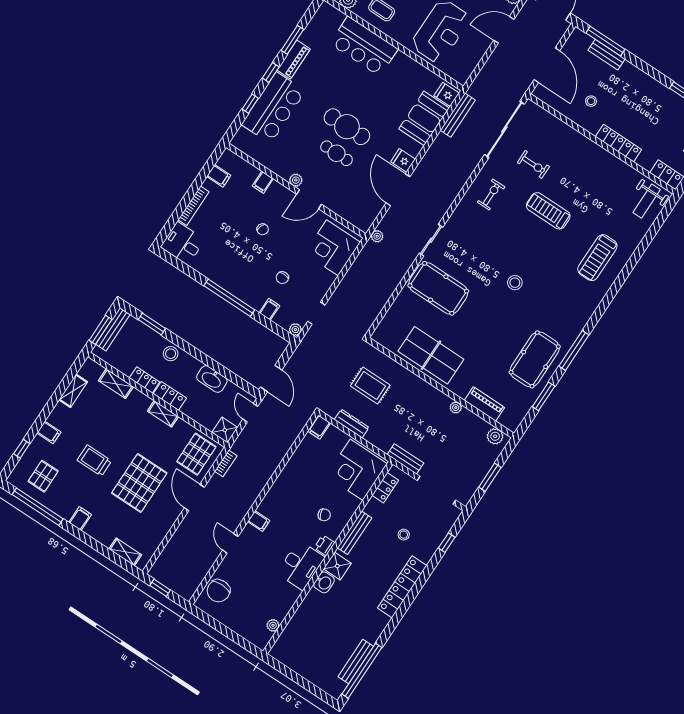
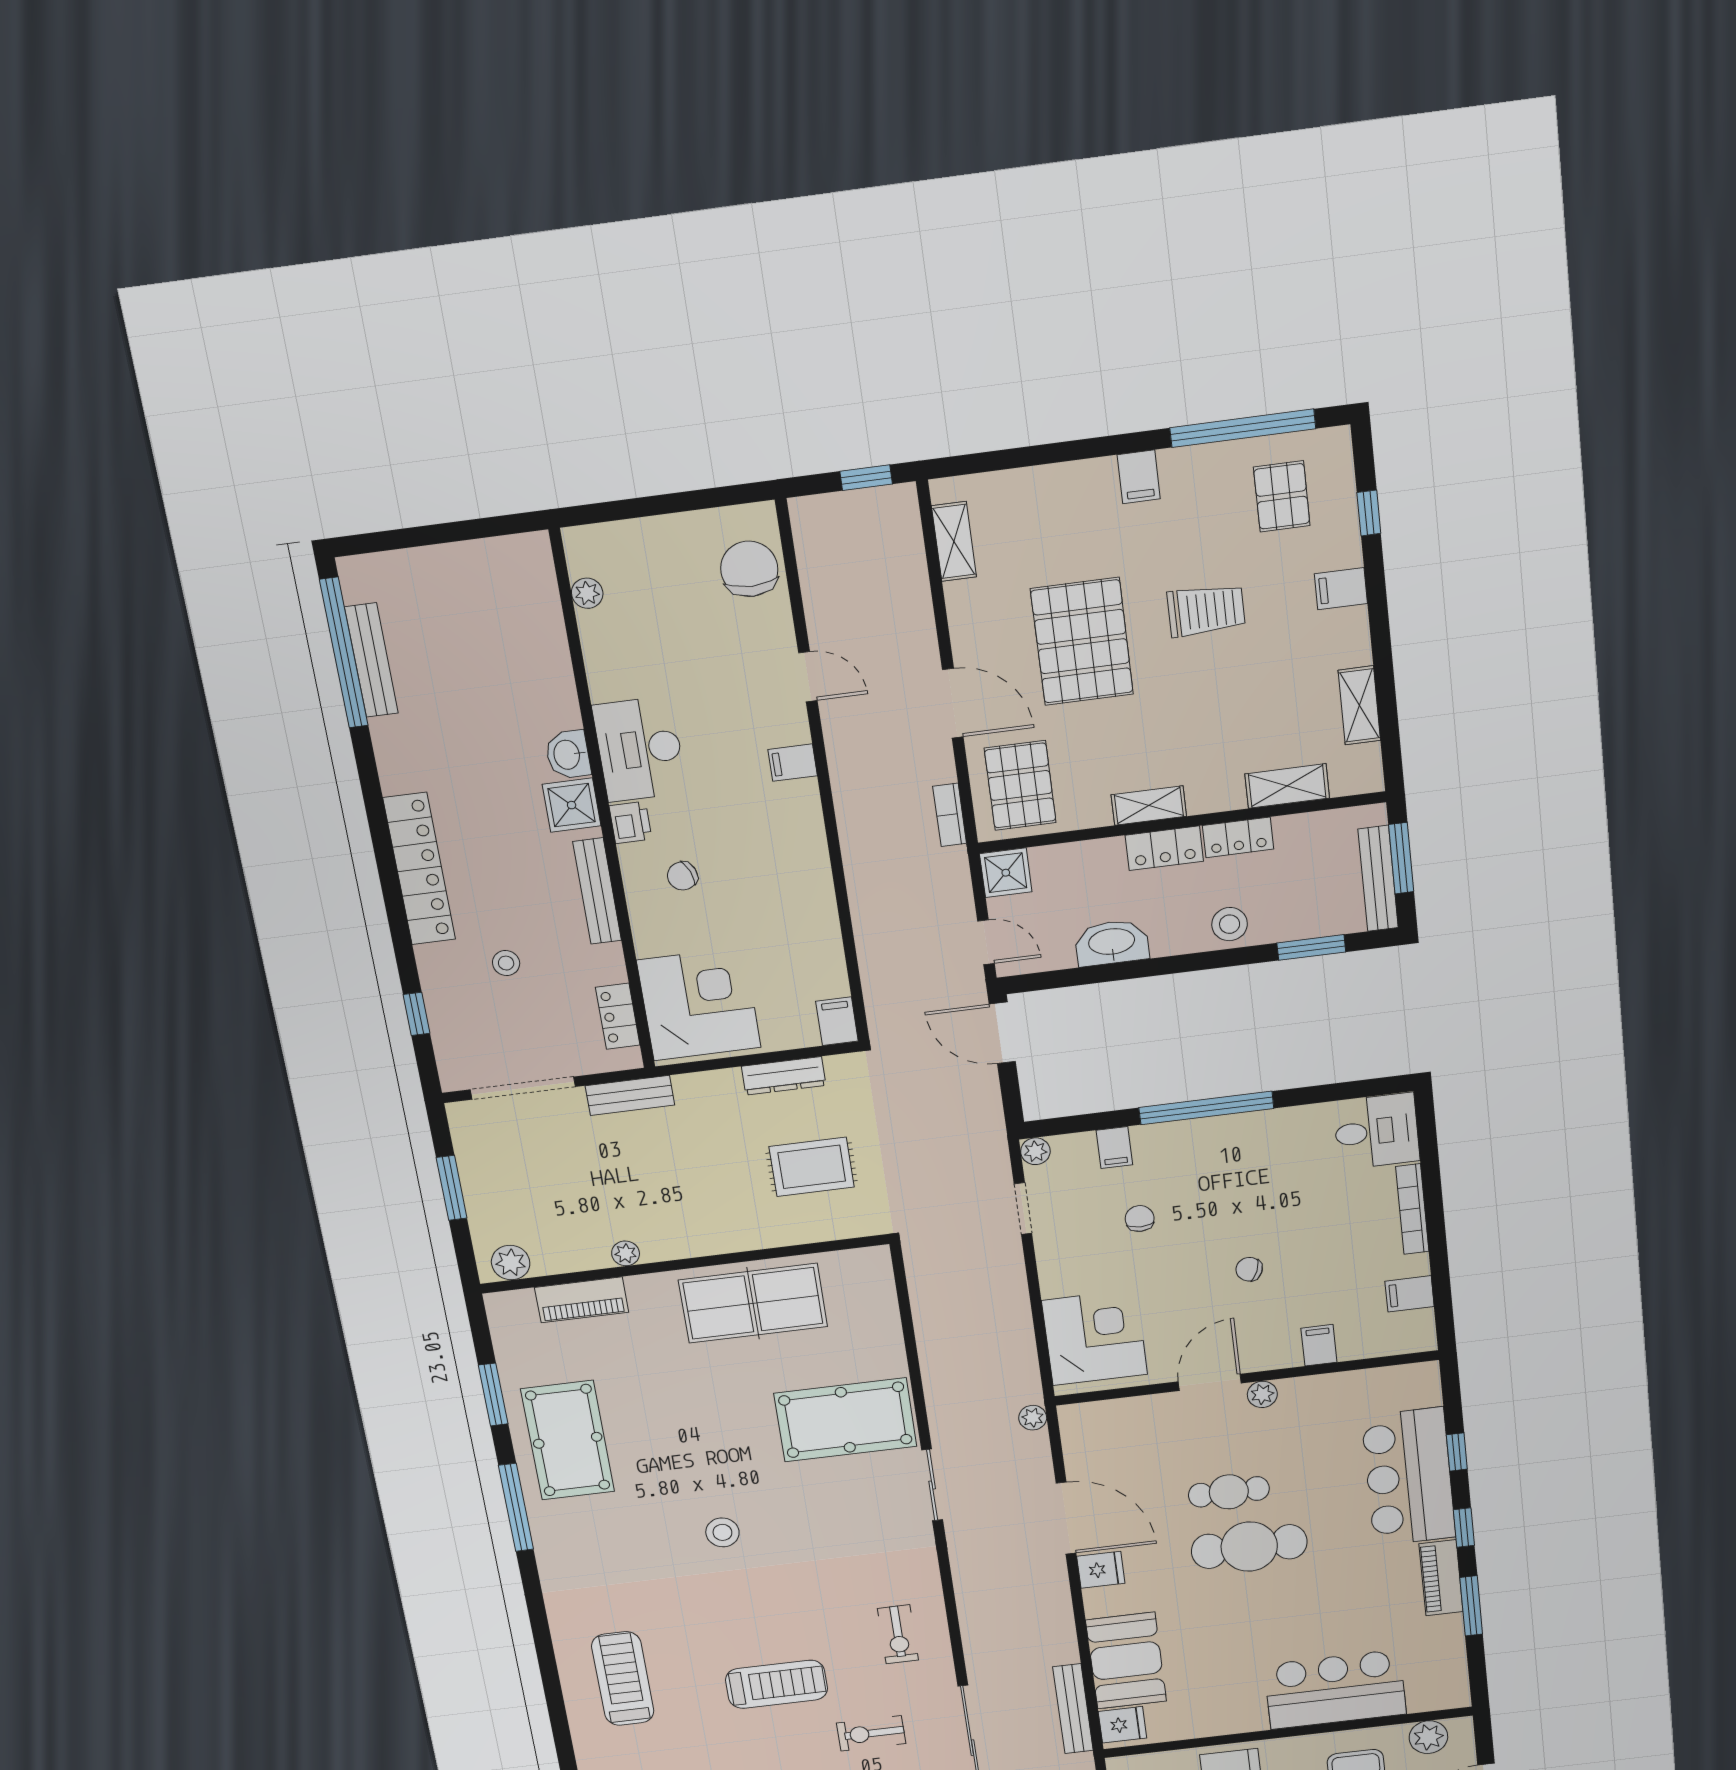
shelving: (125, 552) -> (954, 541), moved, turned 90

